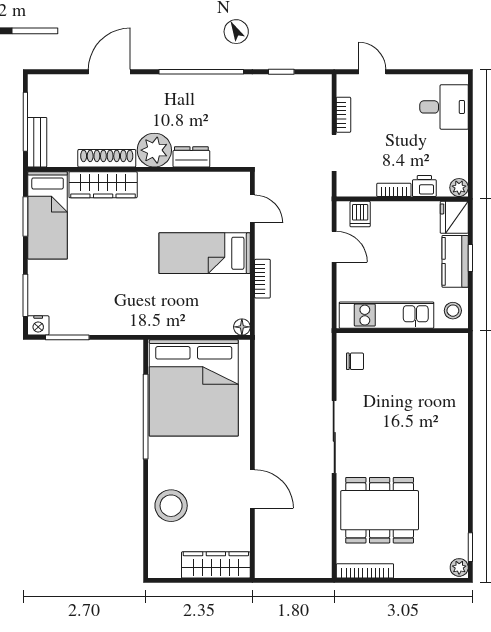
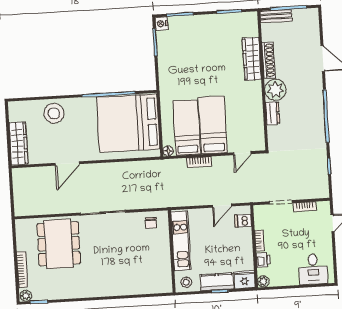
bed: (48, 215) -> (187, 128), moved, turned 90
bookcase: (365, 571) -> (22, 270), moved

